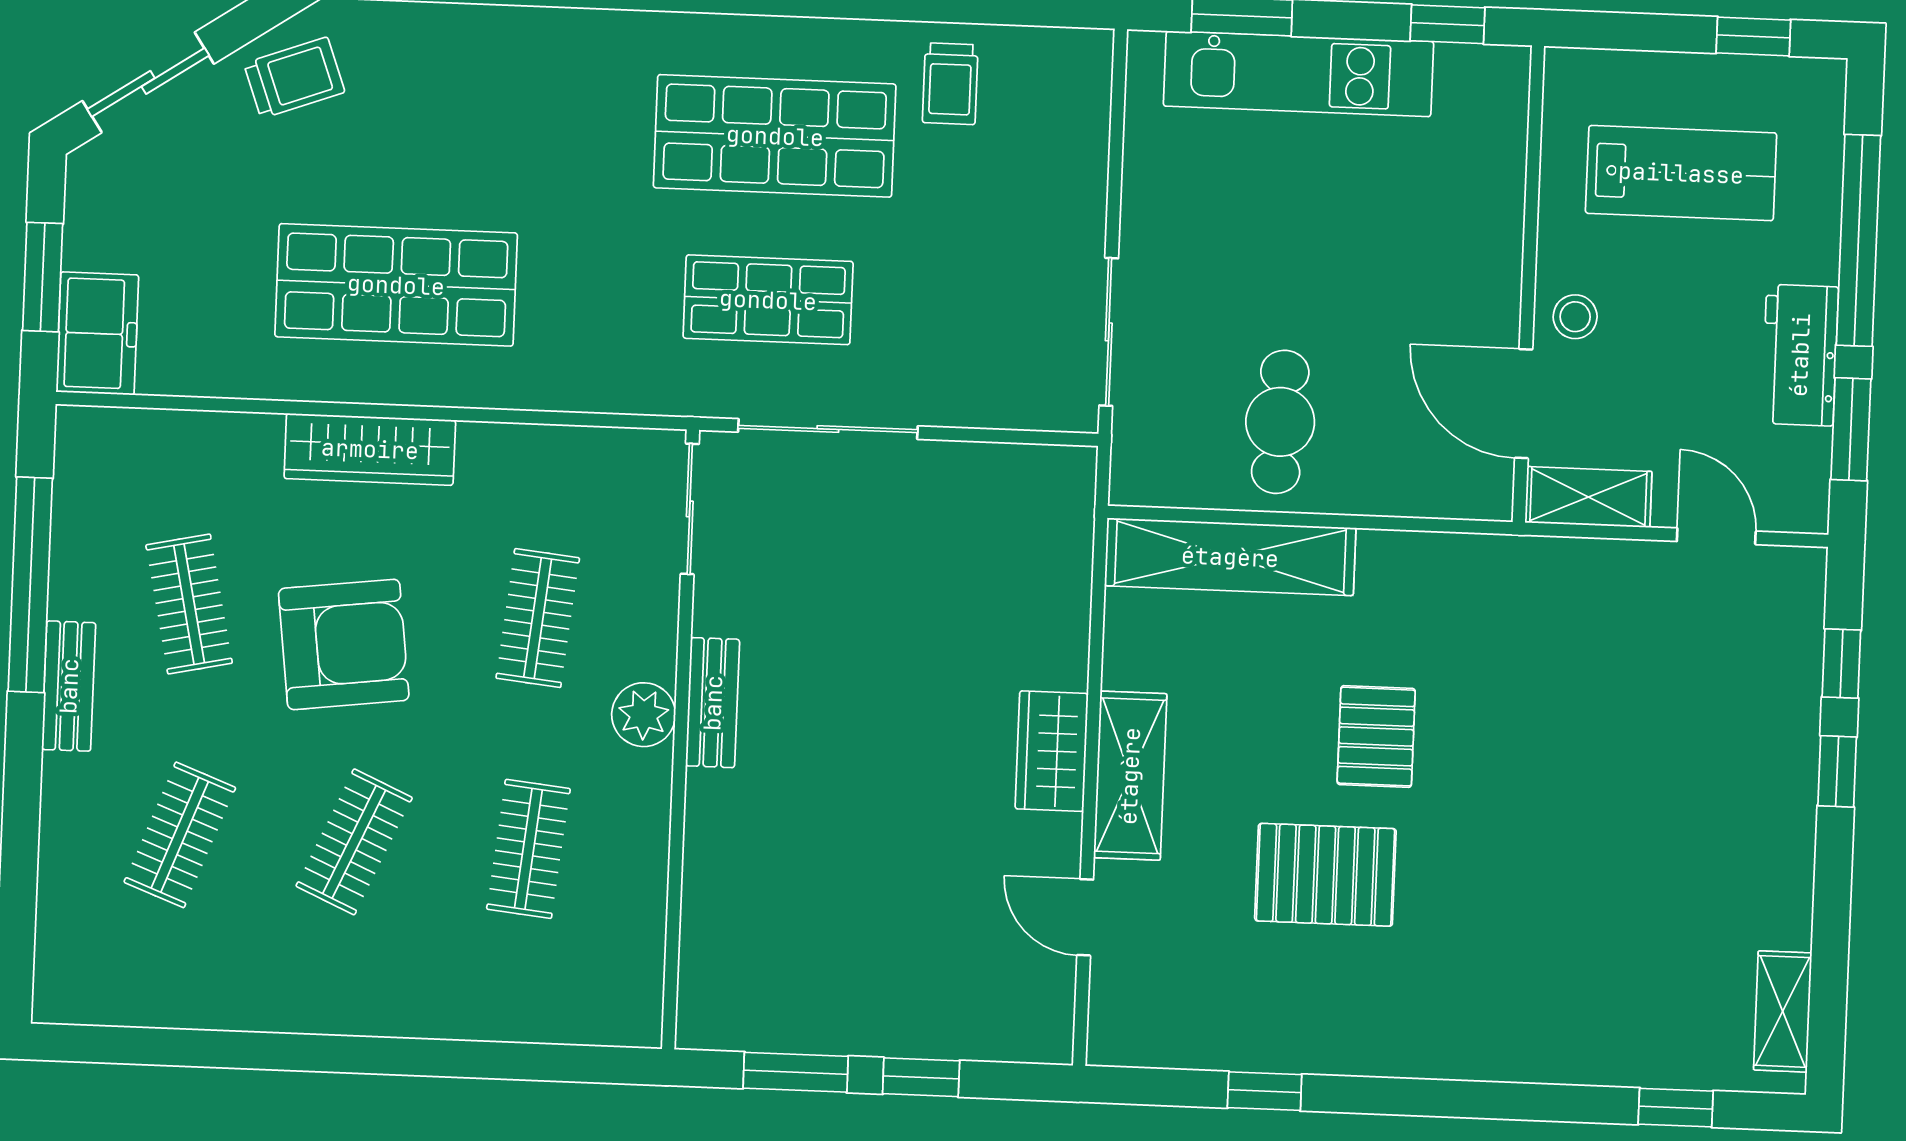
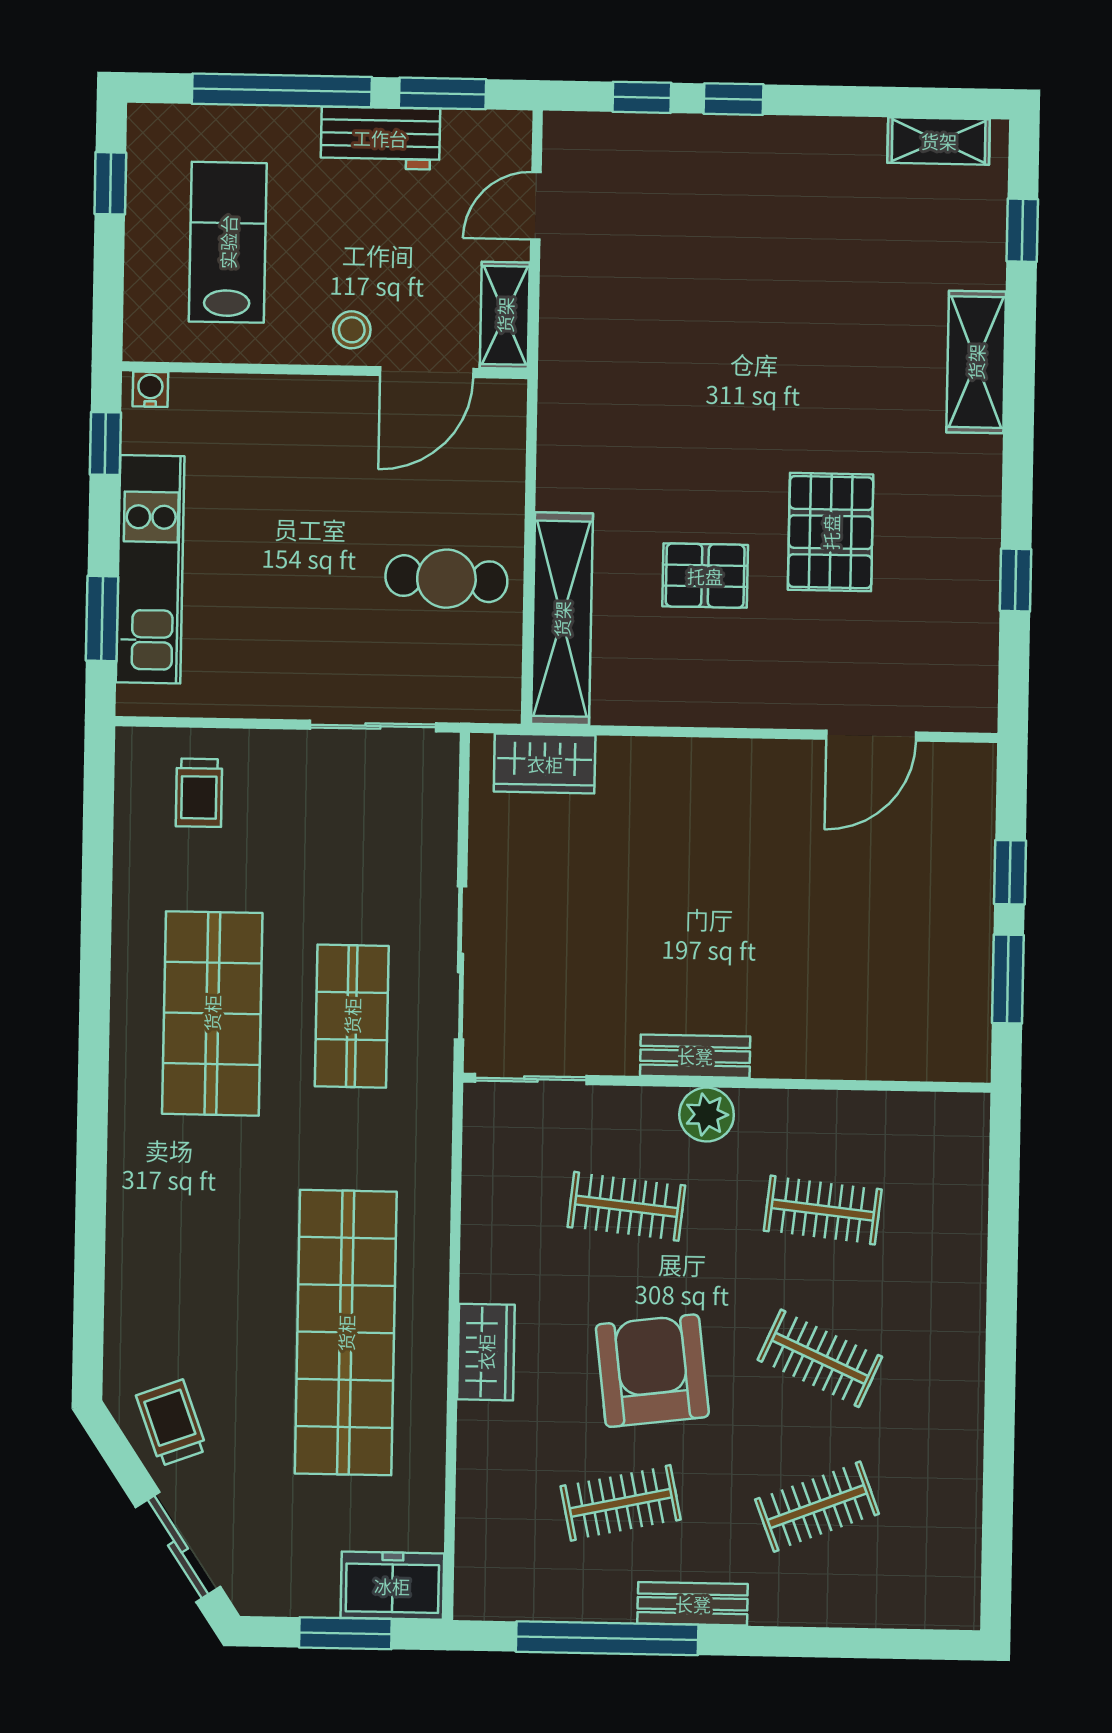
water cooler: (1510, 78) -> (150, 389), added
trolley: (950, 84) -> (199, 793), moved, turned 90
shop shelf: (396, 285) -> (346, 1333), width x1.40
wardrobe: (370, 449) -> (486, 1352), width x0.67
pallet: (1376, 737) -> (705, 576), moved
wardrobe: (1052, 751) -> (545, 764), moved
shelving: (1130, 776) -> (976, 362), moved, turned 90
clothes rail: (180, 835) -> (817, 1507), turned -42
door: (1085, 917) -> (871, 736), width x1.38

